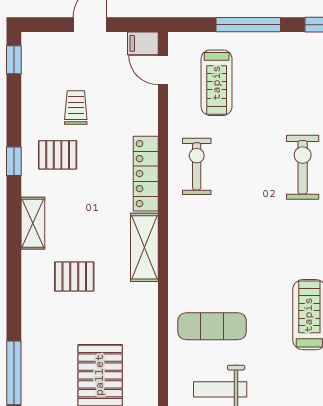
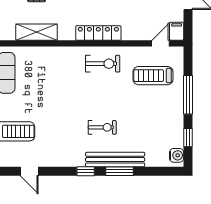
exercise bike: (303, 167) -> (102, 127), width x0.73, depth x0.72
shelving: (144, 247) -> (37, 32), moved

